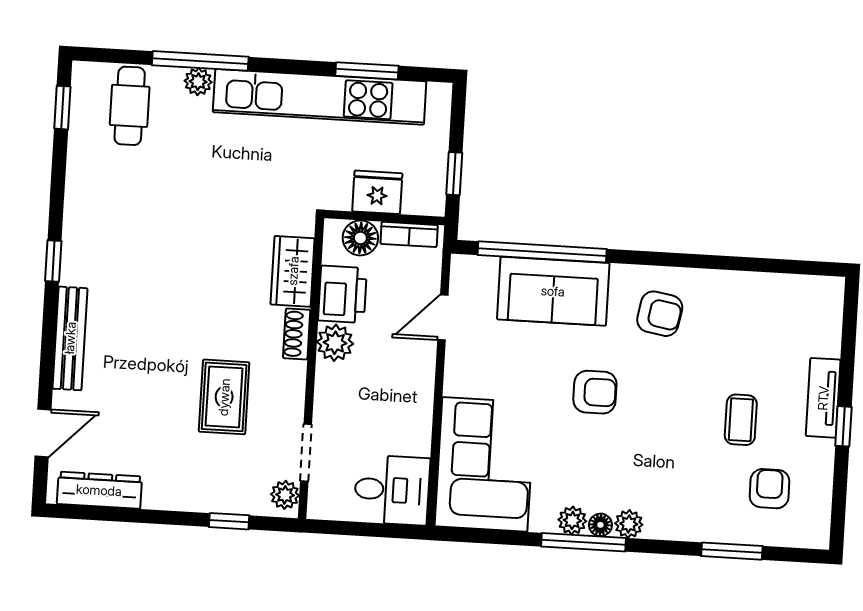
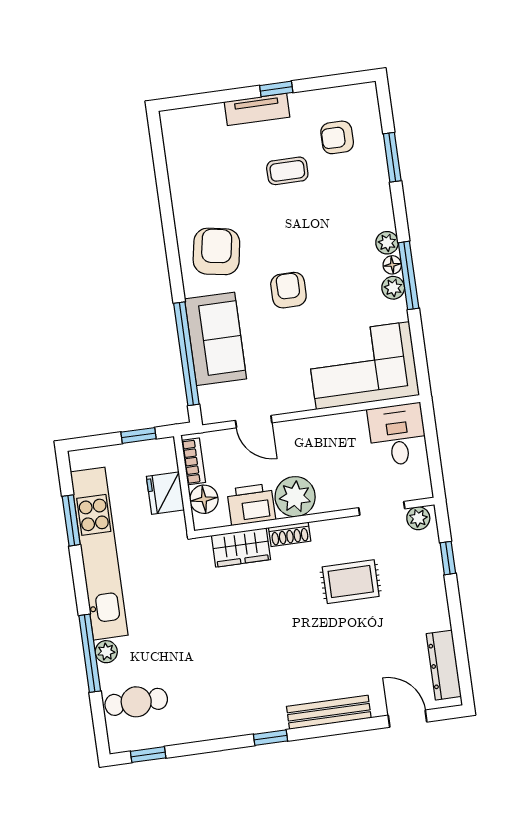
armchair: (660, 314) -> (216, 251), width x1.38, depth x1.38
plant: (335, 343) -> (295, 497), width x1.36, depth x1.36

